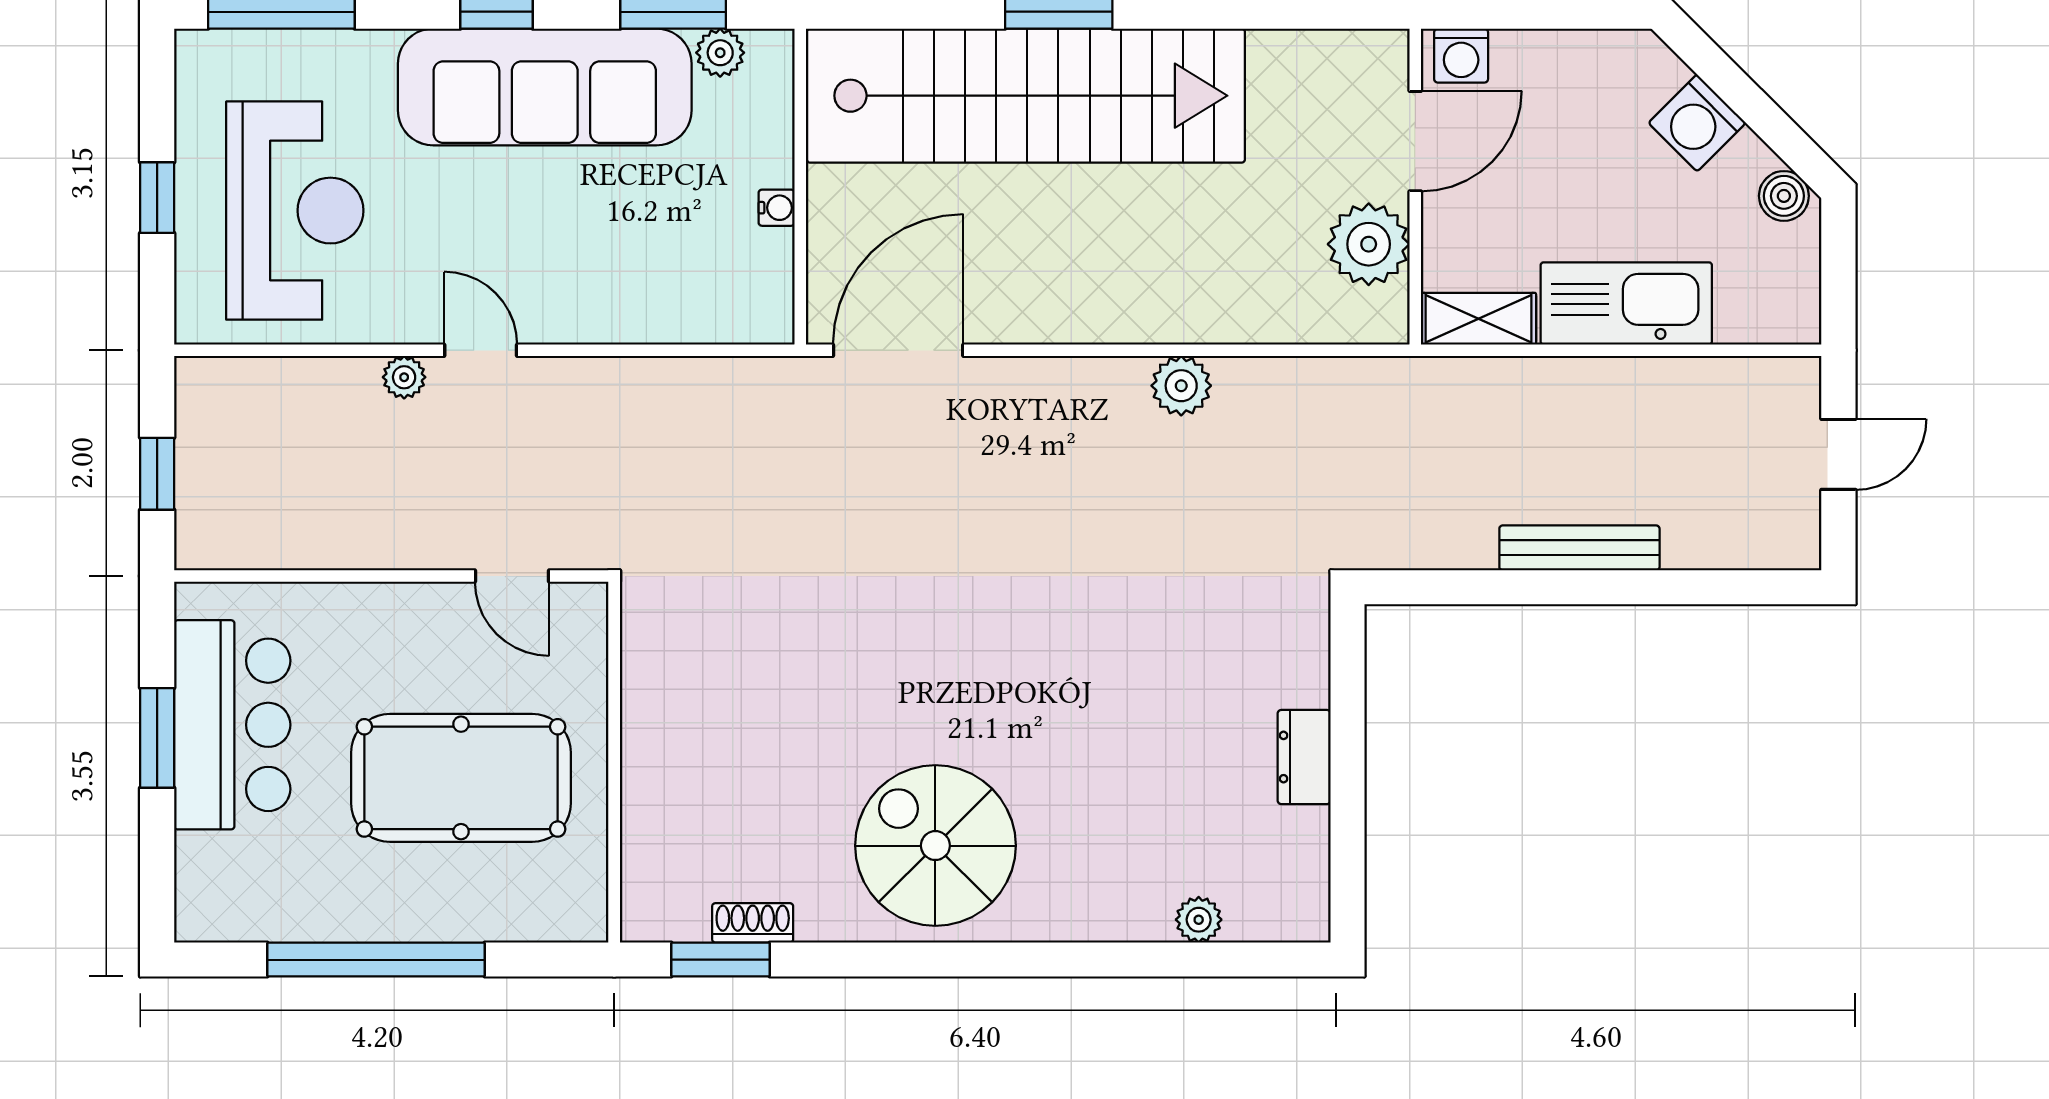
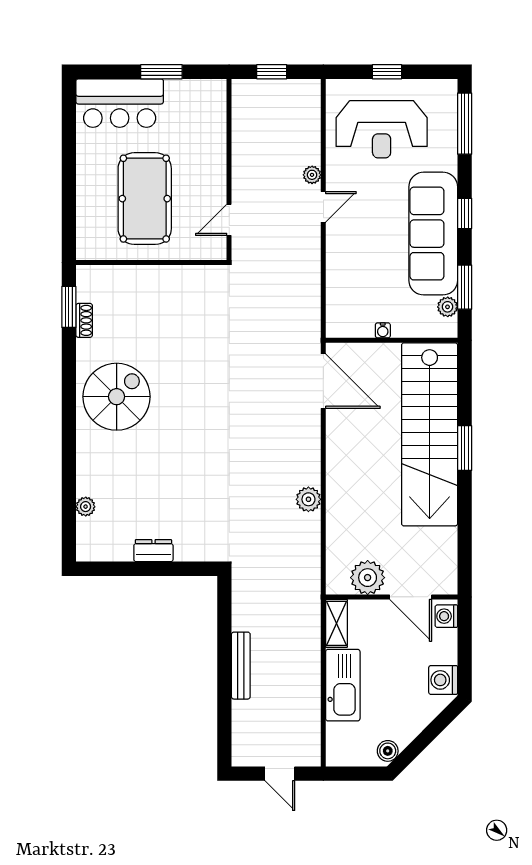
washing machine: (1697, 123) -> (443, 680), moved, turned -45
bar counter: (232, 725) -> (120, 103), moved
window: (376, 960) -> (69, 163), removed

